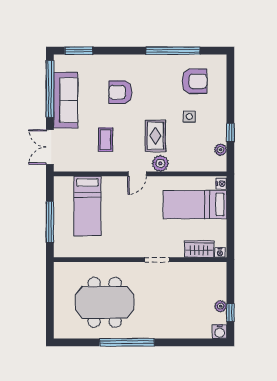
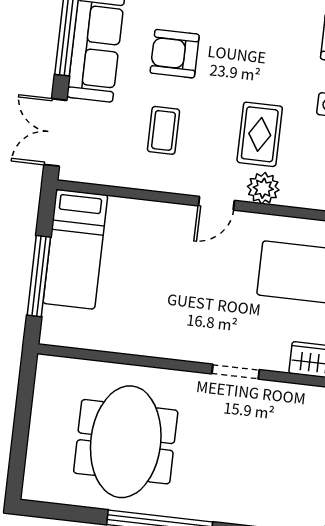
armchair: (120, 92) -> (175, 54), moved
bed: (87, 206) -> (75, 249), moved
meeting table: (105, 302) -> (126, 442), turned 90

